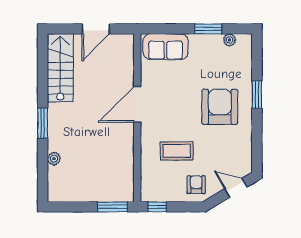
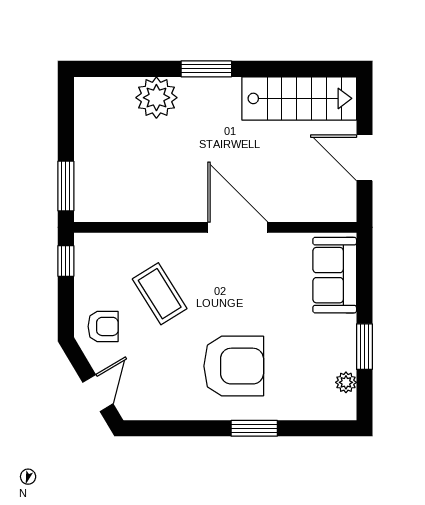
coffee table: (177, 151) -> (160, 294), turned -32
plant: (54, 159) -> (156, 98), width x1.88, depth x1.88

